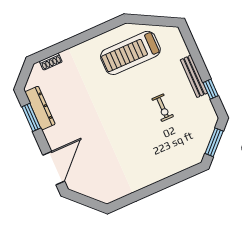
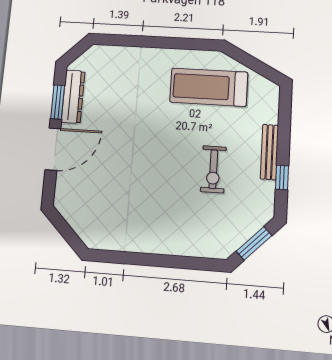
shoe rack: (51, 62) -> (114, 51), removed
exercise bike: (163, 108) -> (213, 169), width x1.38, depth x1.39
door: (54, 168) -> (53, 149), moved

